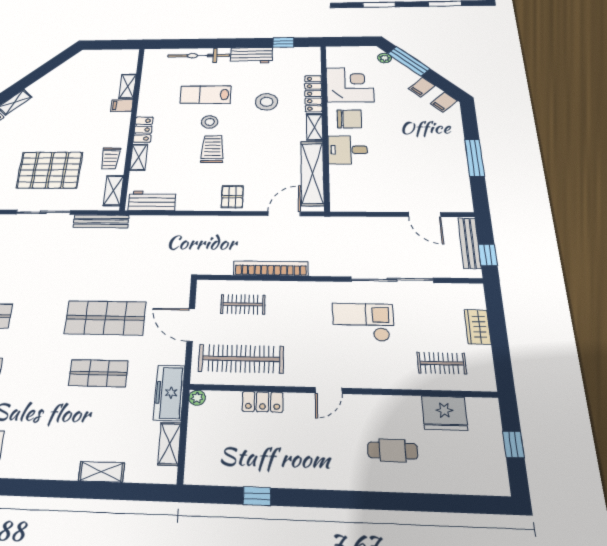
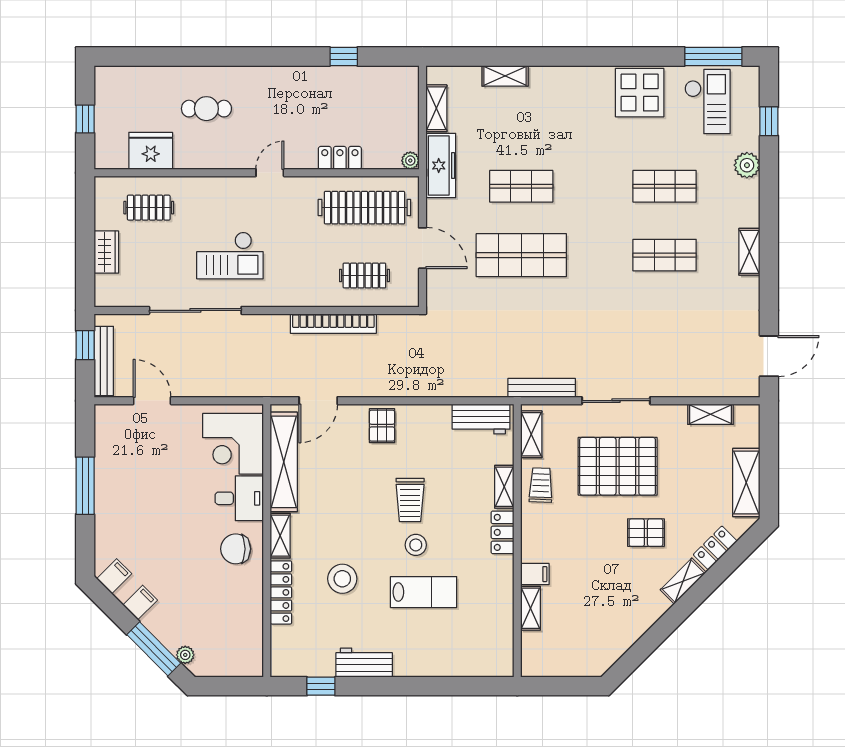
bicycle: (199, 56) -> (437, 663), removed
corner desk: (350, 85) -> (233, 444), moved
pallet: (36, 130) -> (646, 533), added

